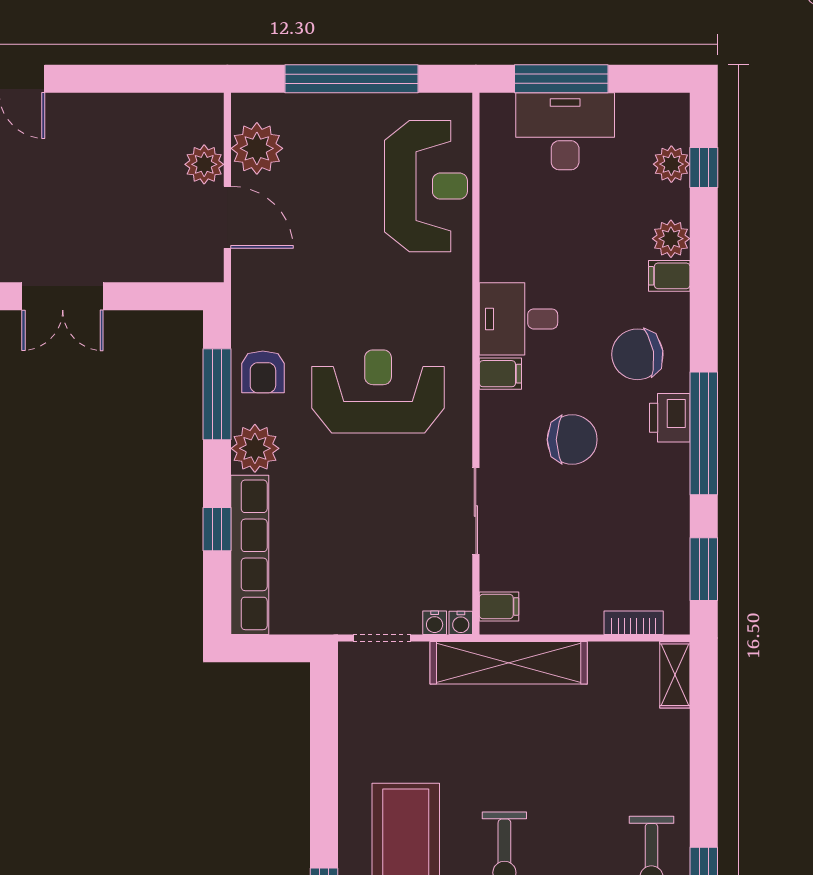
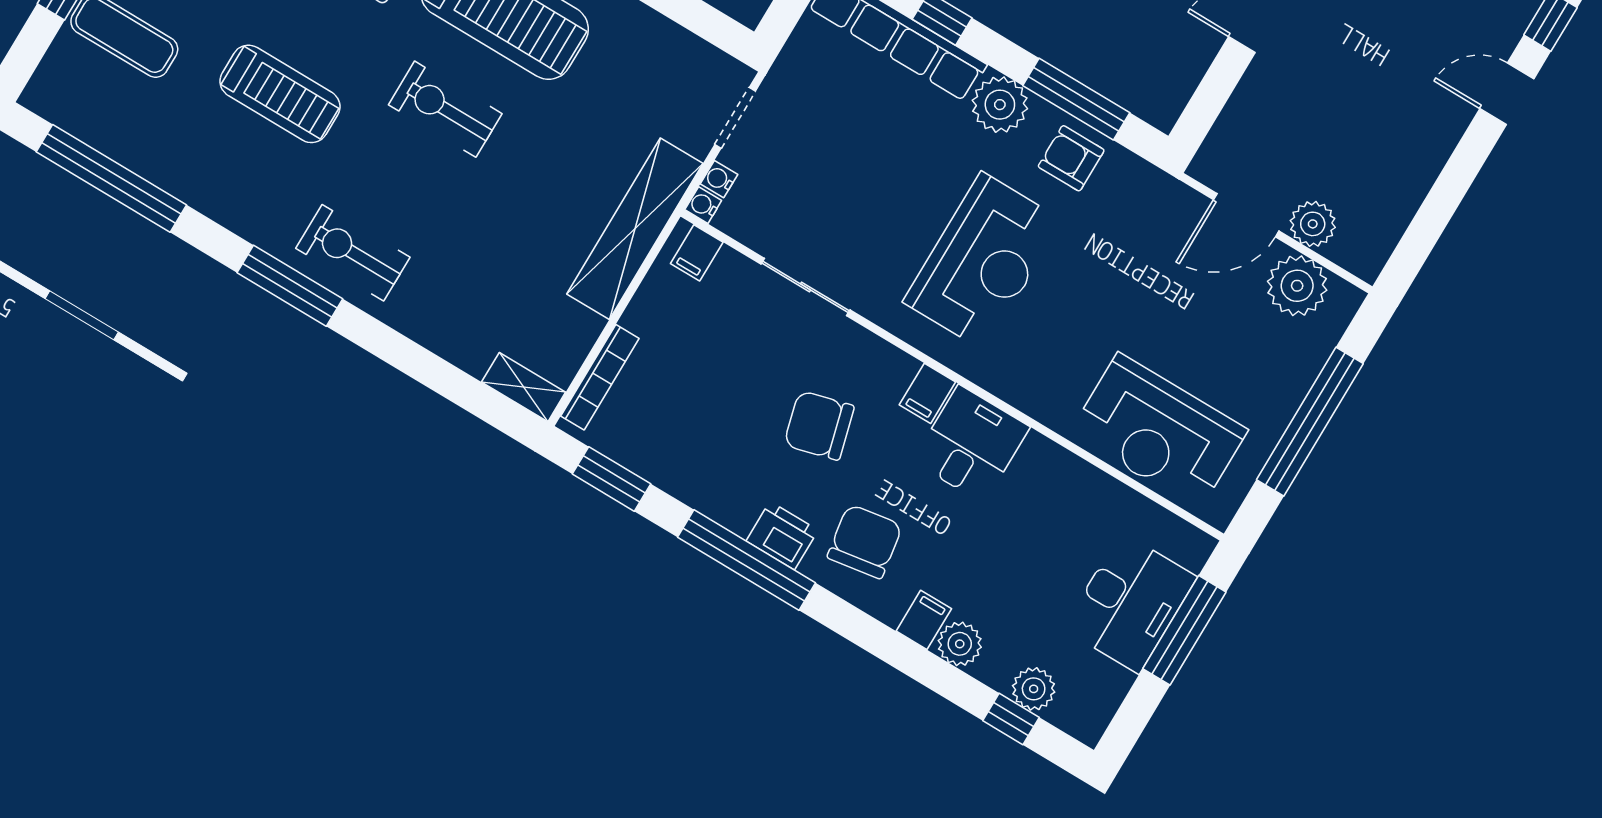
chair: (572, 440) -> (819, 425), turned 75
bookcase: (634, 623) -> (600, 377), width x1.56

